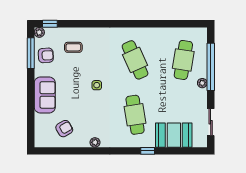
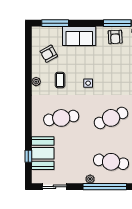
coffee table: (73, 47) -> (60, 80), moved
window: (31, 121) -> (55, 23), added
armchair: (64, 129) -> (49, 54), turned 91
window: (148, 151) -> (28, 156), moved

